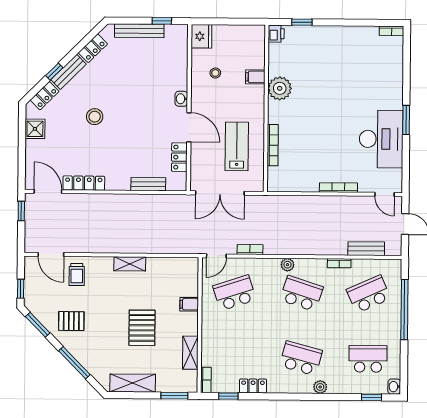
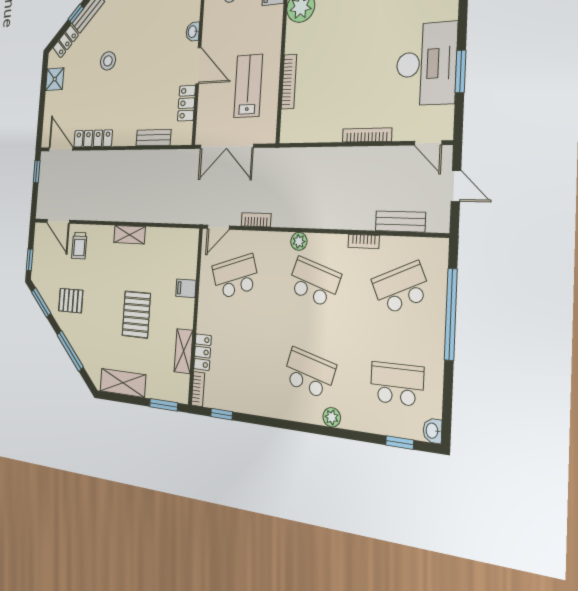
window: (406, 120) -> (460, 71), moved
locker: (253, 386) -> (203, 352), moved, turned 90

